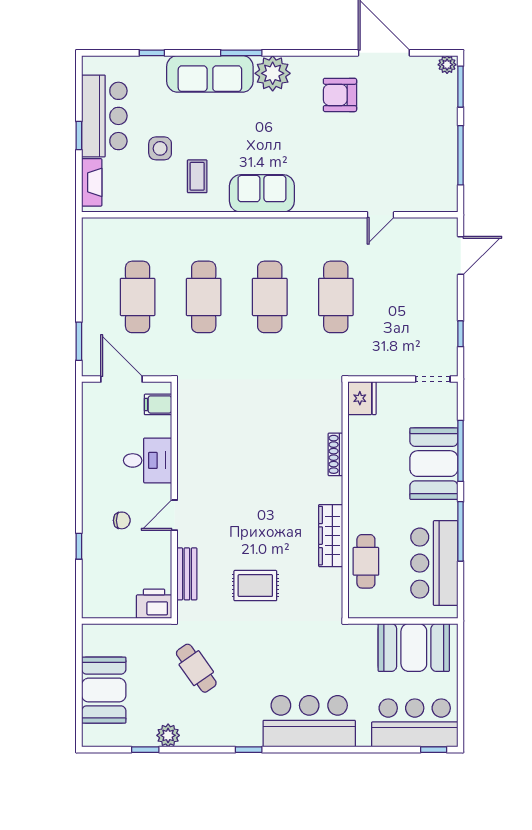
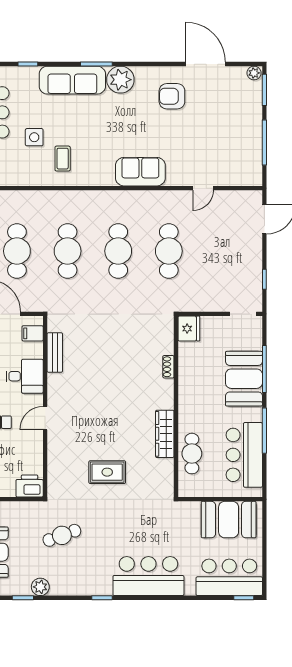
sofa: (262, 193) -> (140, 172), moved
shoe rack: (335, 454) -> (168, 367), width x0.70
bench: (187, 574) -> (55, 353), moved
cafe table: (196, 668) -> (62, 535), turned -75

